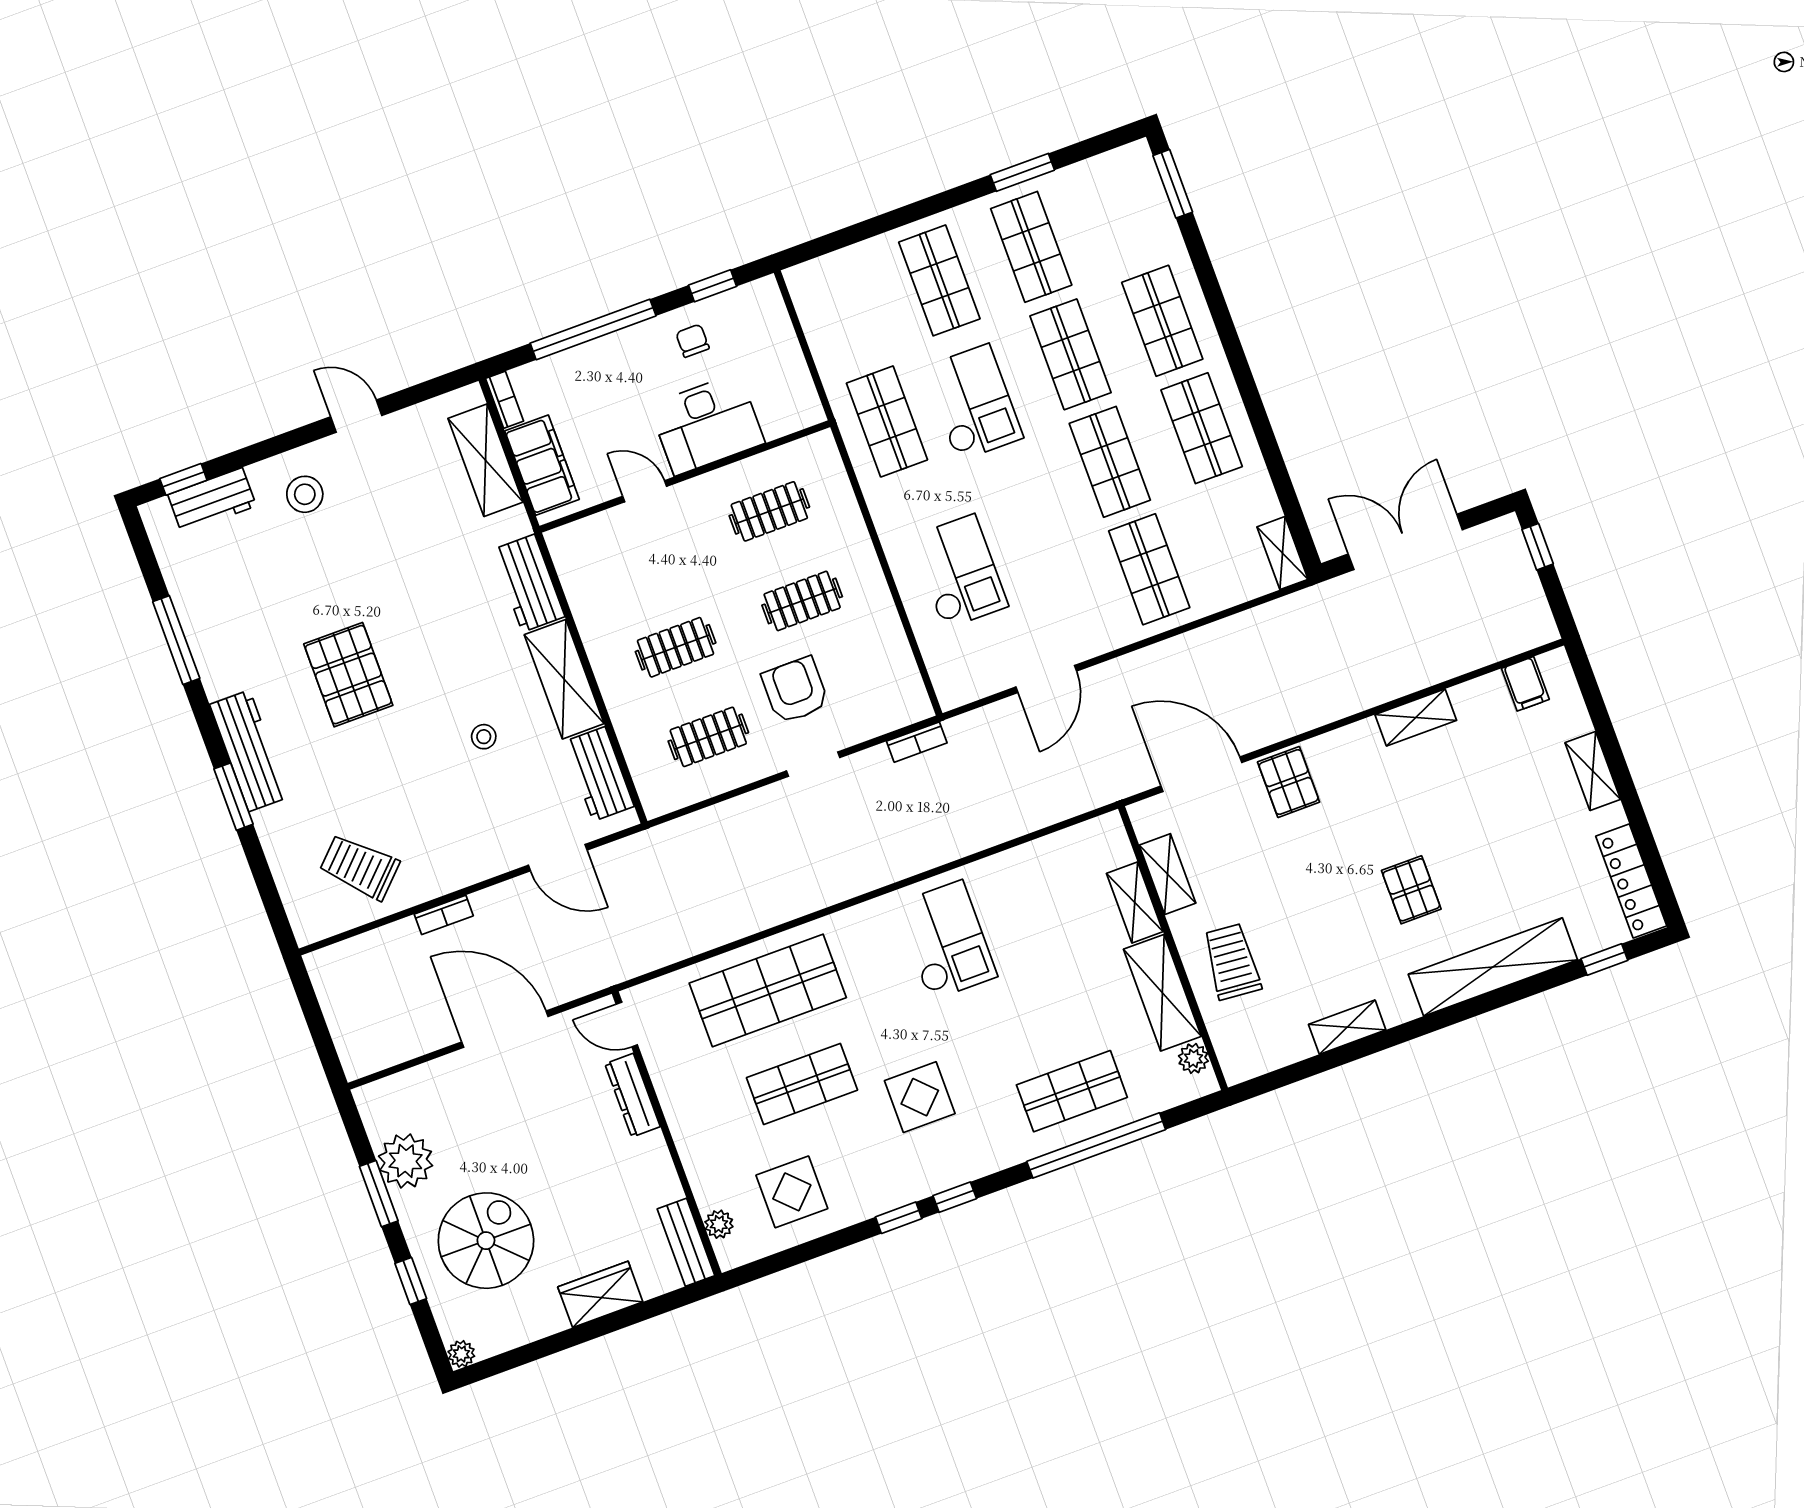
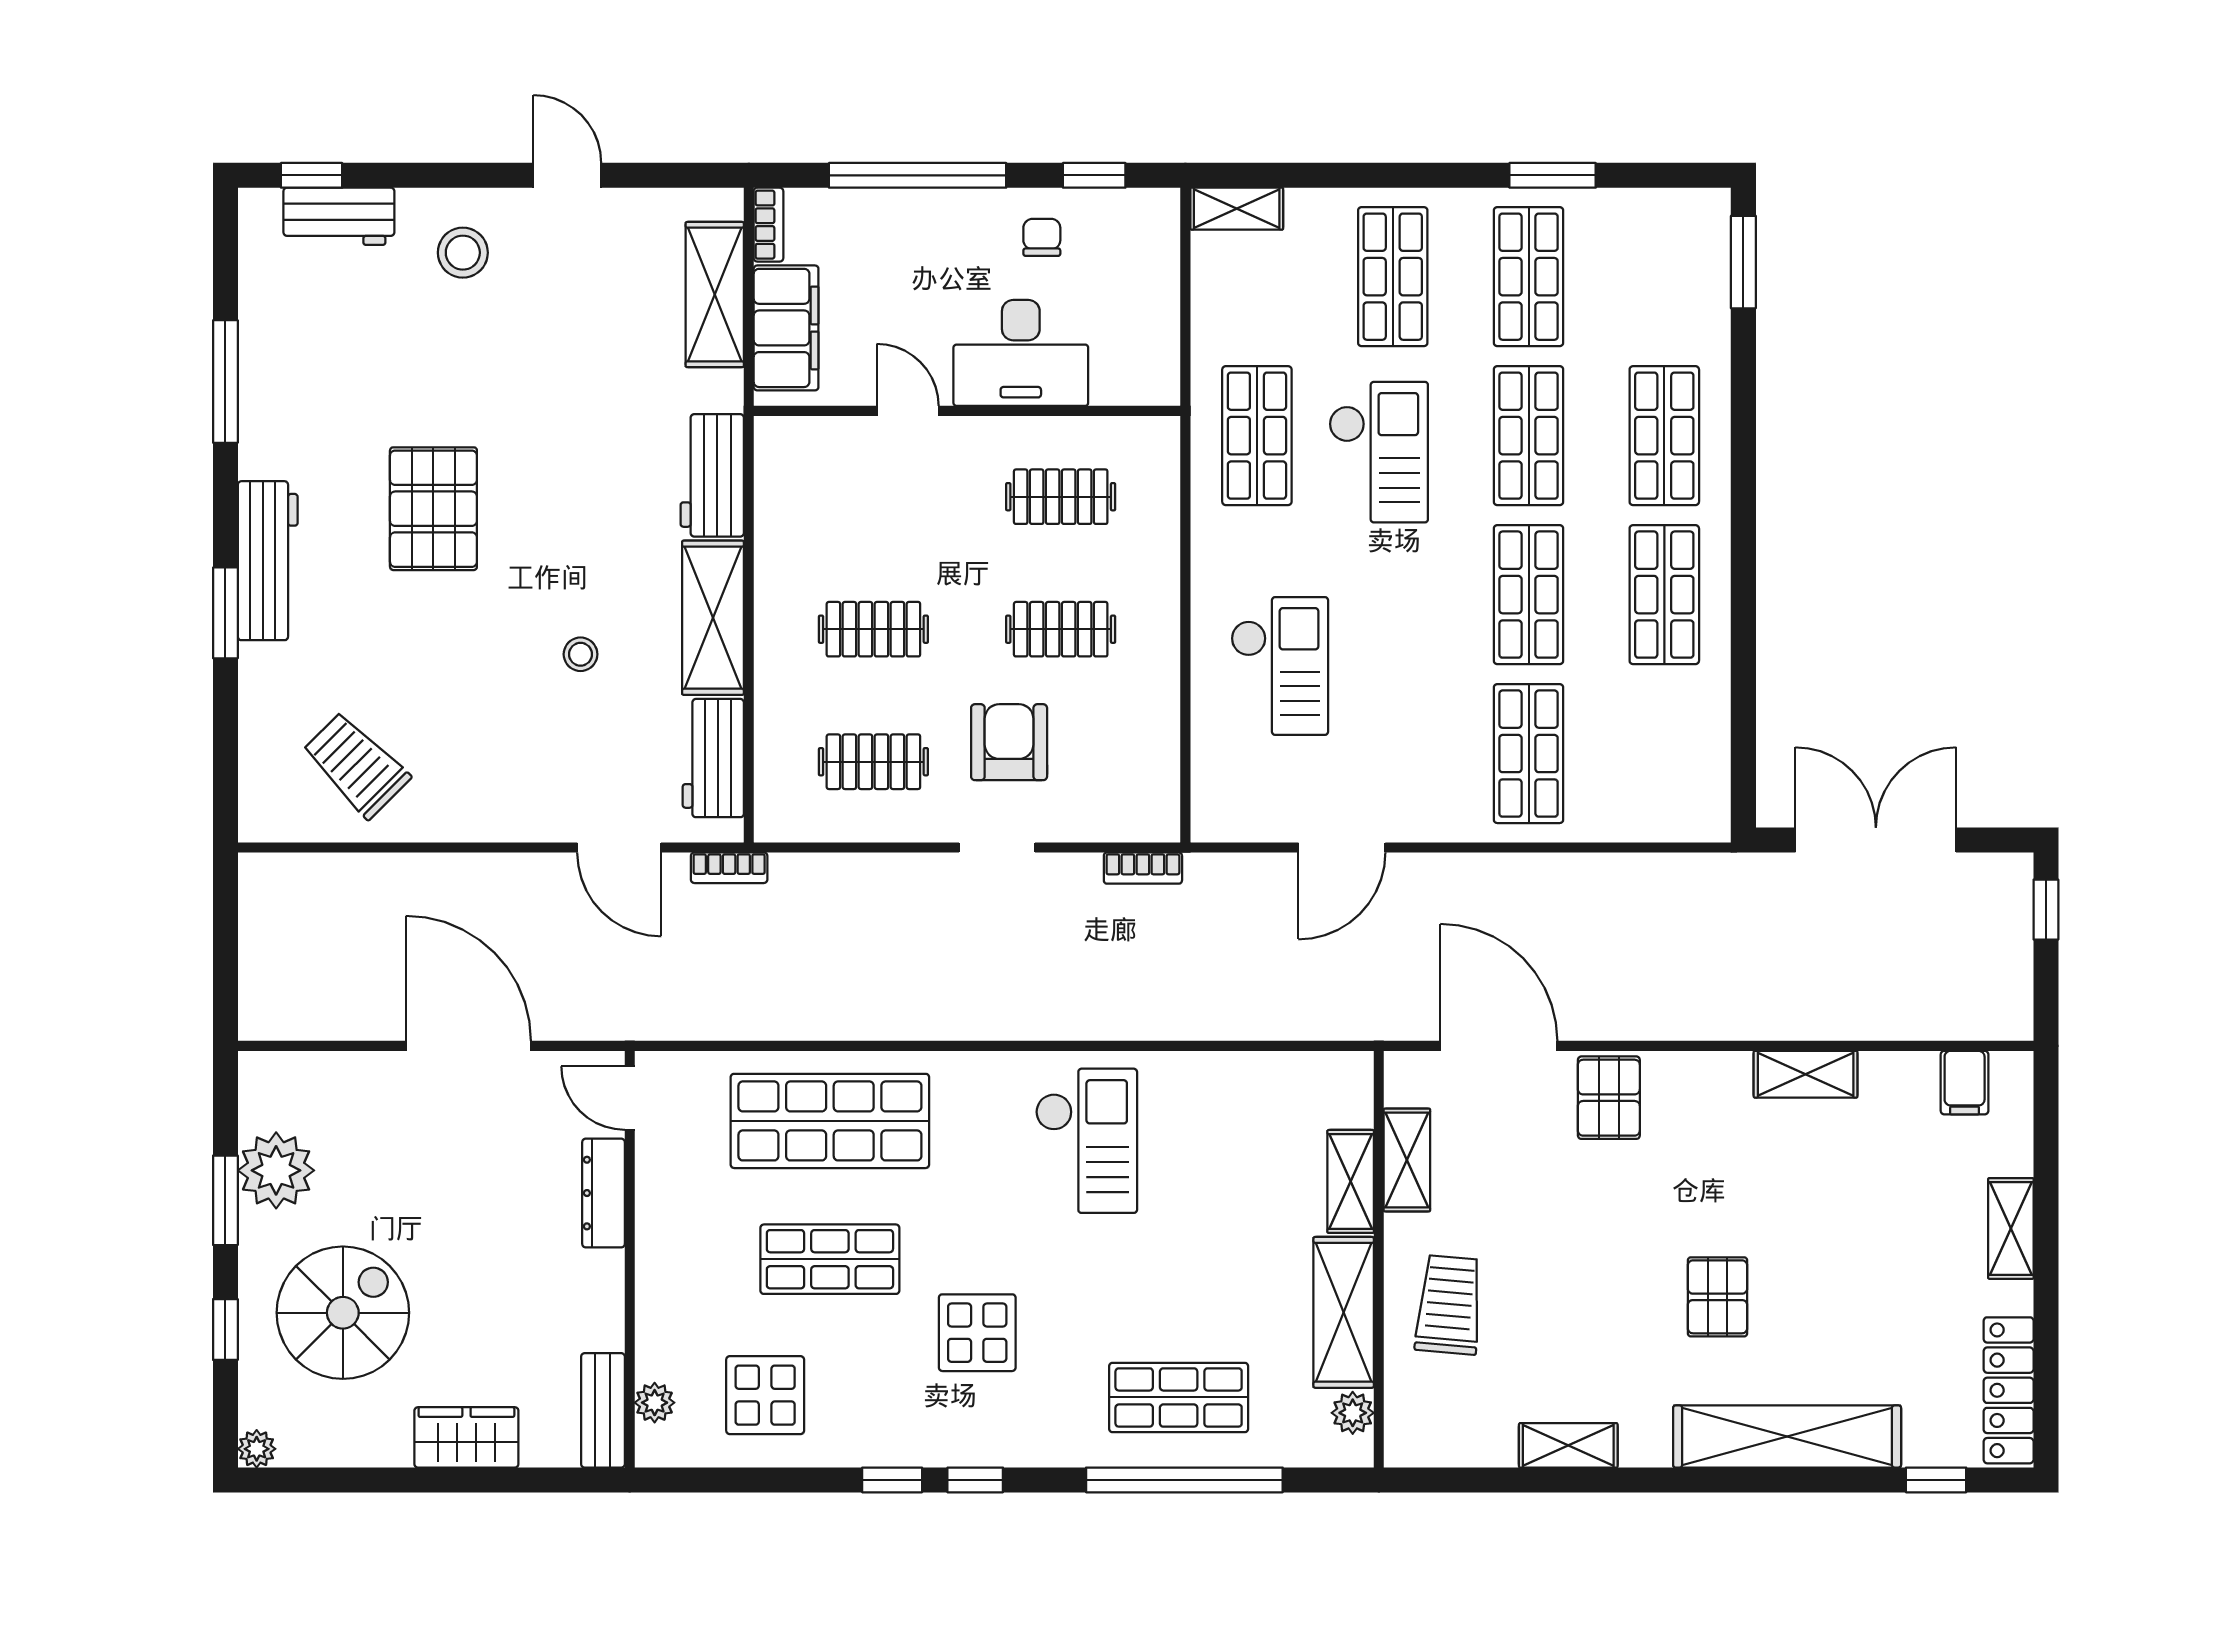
shelving: (1282, 553) -> (1237, 209), moved, turned 90
bookcase: (444, 915) -> (729, 868), moved

